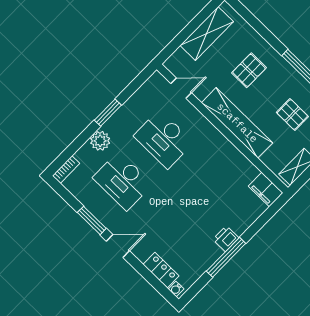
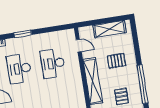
window: (108, 113) -> (23, 34), moved
plant: (100, 141) -> (23, 42), removed

